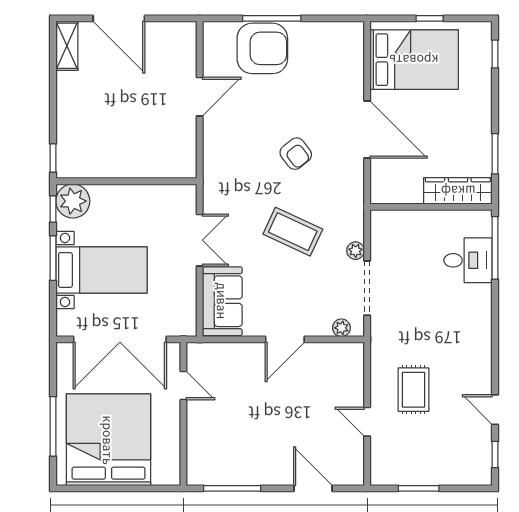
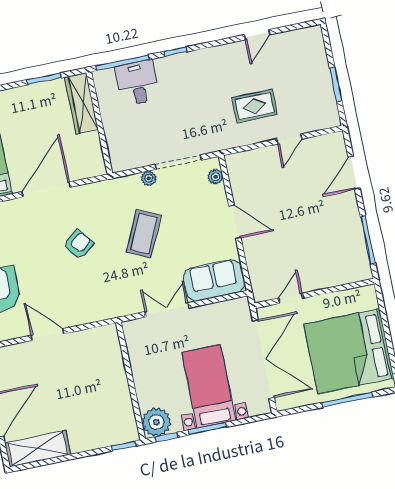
shelving: (67, 46) -> (38, 449), width x1.50, depth x1.33
window: (495, 454) -> (176, 52), moved

